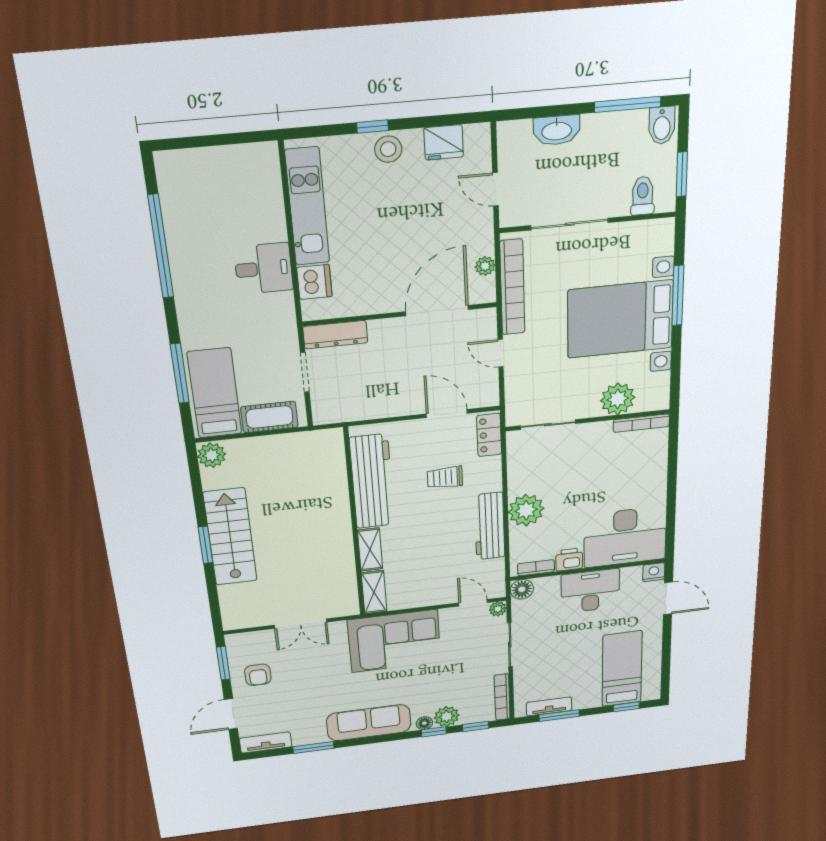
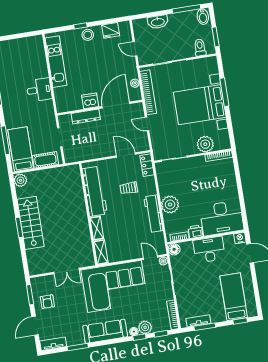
dishwasher: (314, 282) -> (90, 101), moved, turned -90
dresser: (335, 335) -> (86, 116), moved
corner sofa: (394, 641) -> (114, 286), width x1.36, depth x1.36

